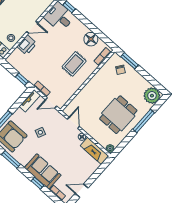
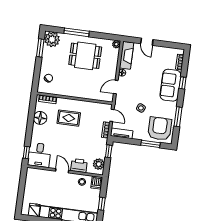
window: (129, 61) -> (40, 48), moved
plant: (16, 63) -> (99, 164), added
door: (82, 191) -> (147, 42), moved

